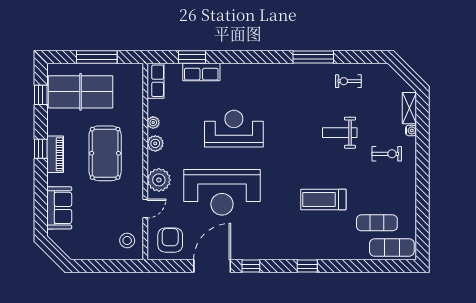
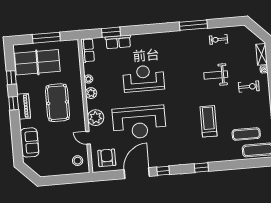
window: (41, 95) -> (11, 78), moved
treadmill: (323, 200) -> (209, 121), turned 90
door: (145, 208) -> (88, 138), swing flipped

